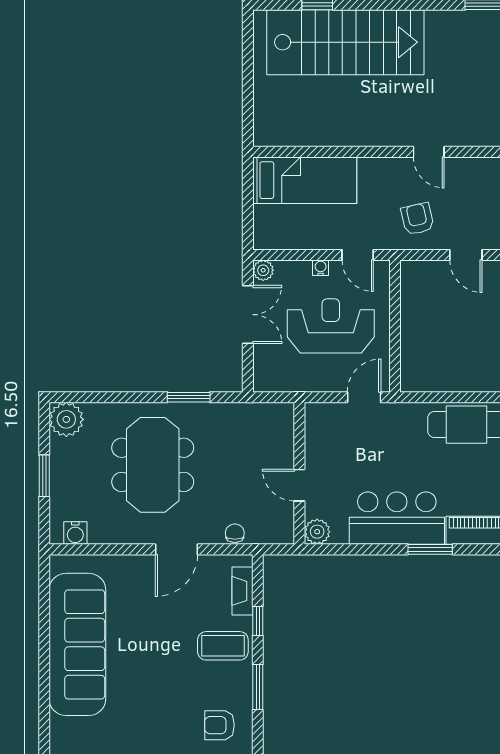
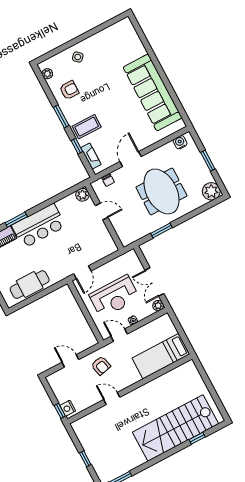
wall: (299, 473) -> (104, 217), moved
door: (299, 485) -> (102, 212), moved
plant: (317, 532) -> (82, 195), moved

